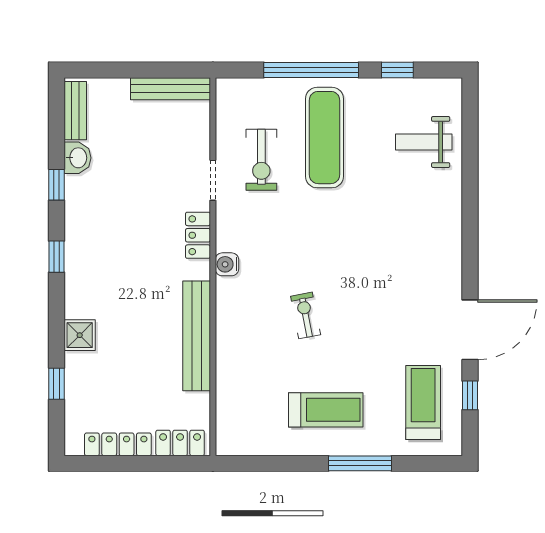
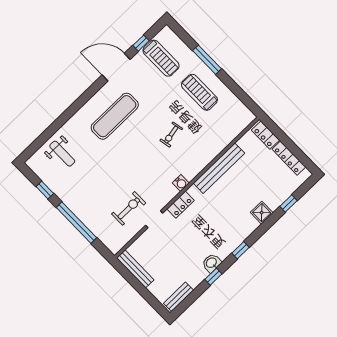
exercise mat: (325, 138) -> (115, 116), moved
washbasin: (77, 158) -> (212, 263), moved
treadmill: (423, 403) -> (161, 58), turned -90

